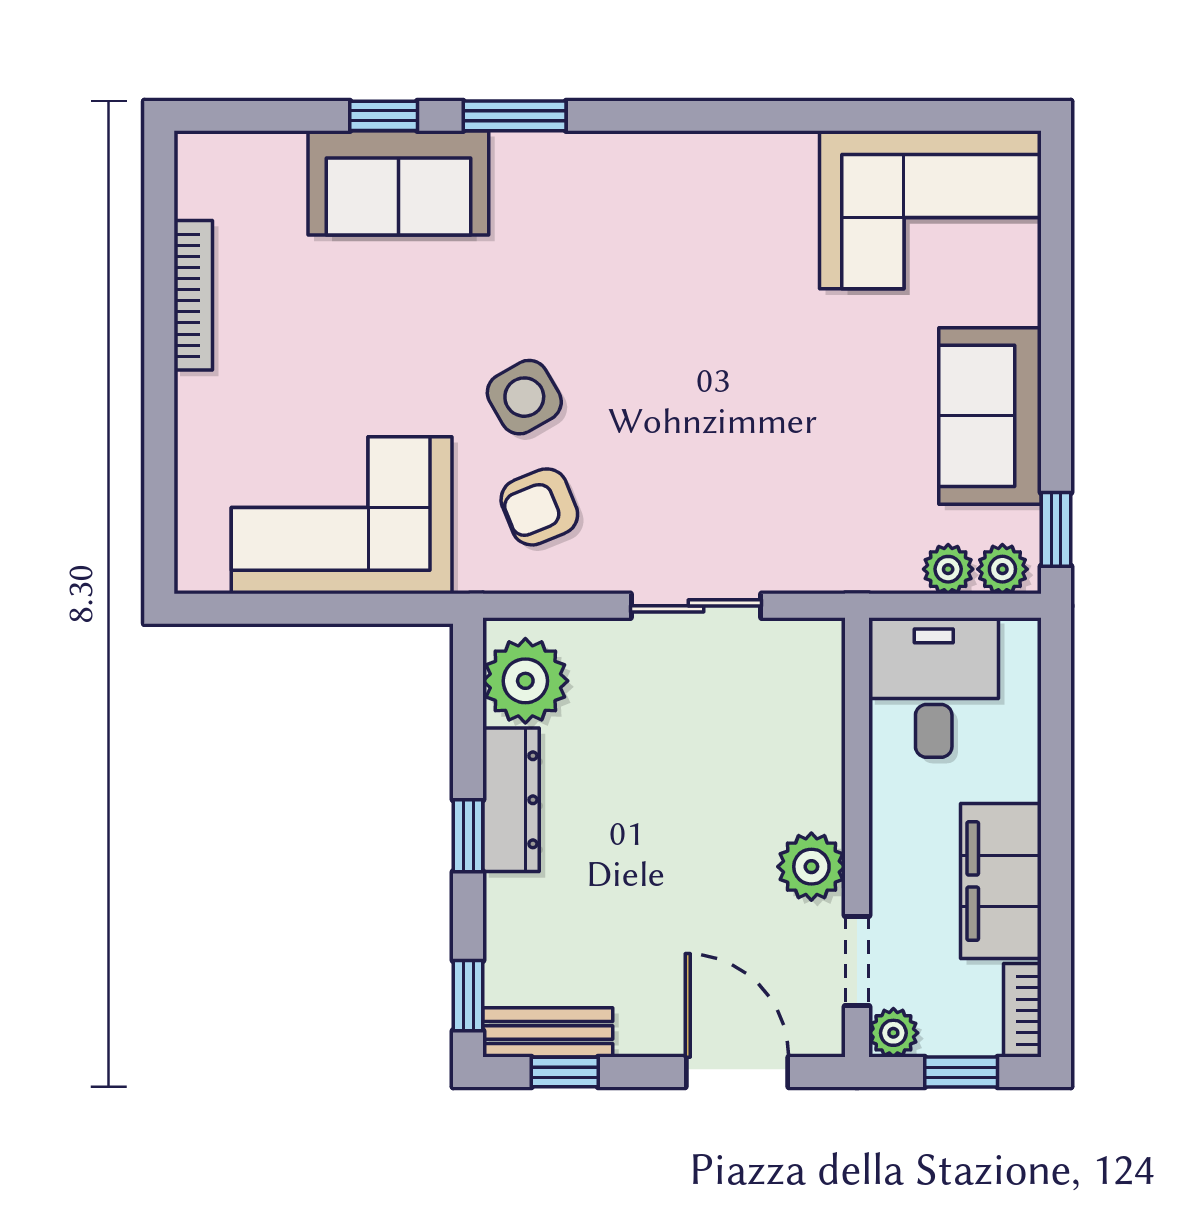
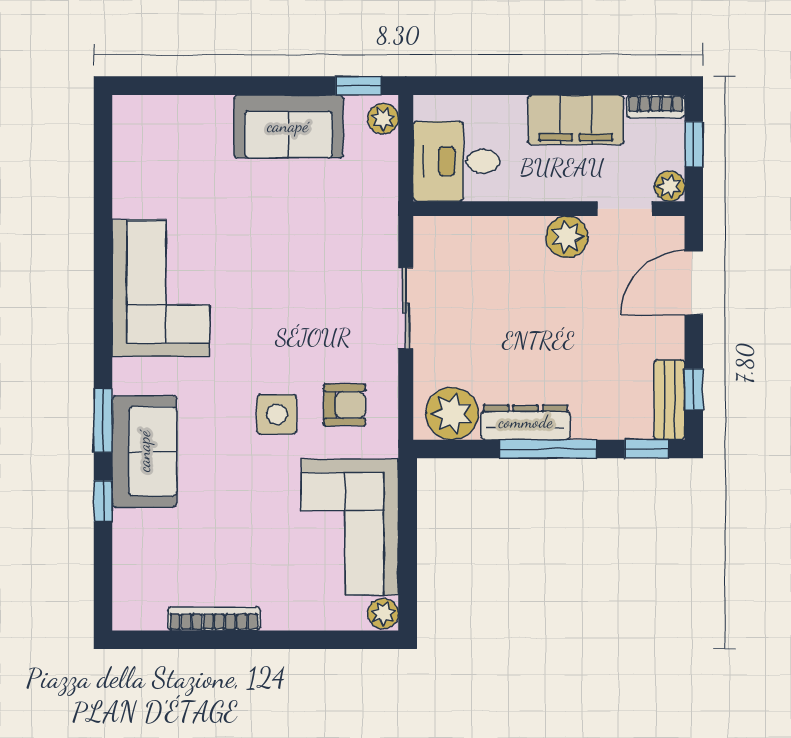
sofa: (398, 183) -> (144, 451), moved
corner sofa: (930, 210) -> (161, 288), moved
side table: (524, 397) -> (277, 414), turned 30
armchair: (539, 507) -> (345, 405), turned -68
plant: (948, 569) -> (383, 613), moved
window: (468, 836) -> (548, 449), width x2.17

